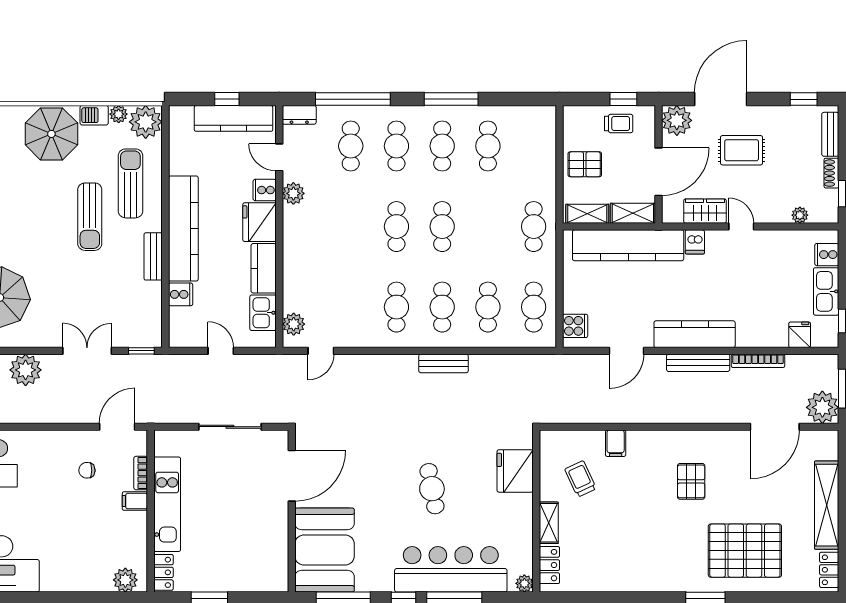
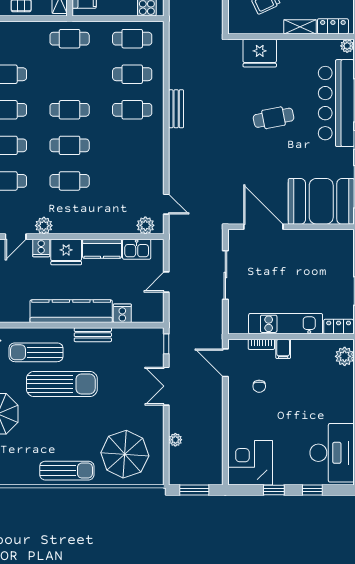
sun lounger: (90, 217) -> (62, 384), width x1.36, depth x1.34
cafe table: (396, 307) -> (70, 181), moved
plant: (26, 370) -> (175, 440), width x0.53, depth x0.53

